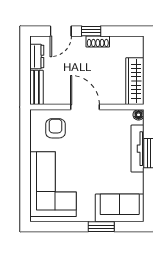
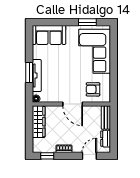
window: (91, 31) -> (47, 156), moved
armchair: (55, 128) -> (93, 89), turned 90
window: (101, 227) -> (87, 22), moved

